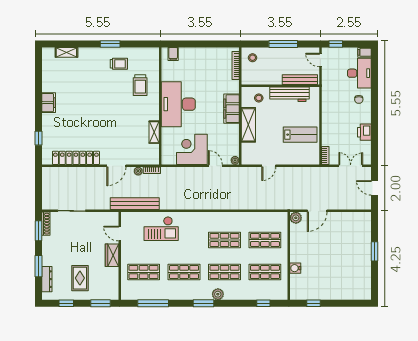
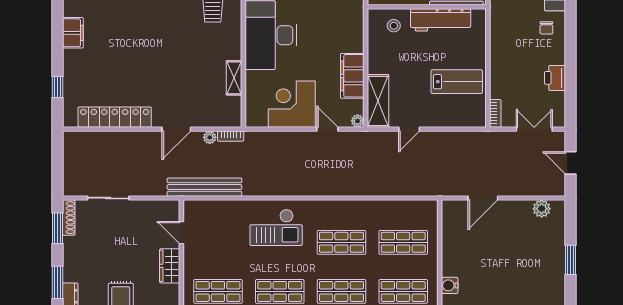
filing cabinet: (232, 109) -> (352, 76), moved
shelving: (248, 125) -> (378, 101), moved
plant: (296, 218) -> (542, 209), moved
checkout: (161, 229) -> (276, 227), moved

